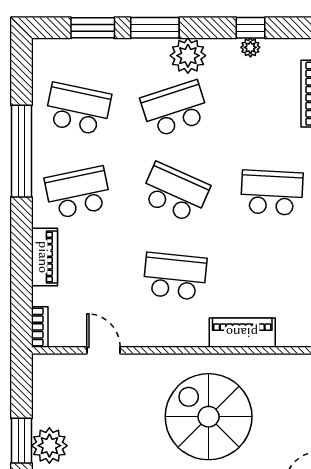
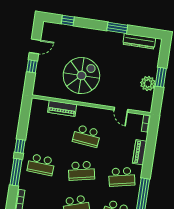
school desk: (175, 193) -> (81, 171), turned -36
spiral stairs: (209, 417) -> (81, 76), turned -90
plant: (49, 446) -> (148, 83), moved

